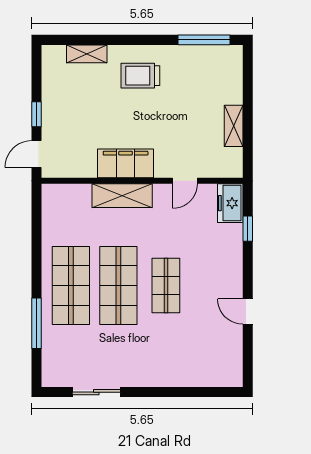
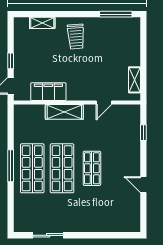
trolley: (140, 76) -> (76, 37), turned -94
shelving: (234, 126) -> (134, 80), moved
filing cabinet: (126, 163) -> (48, 92), moved
freezer: (230, 203) -> (132, 117), removed
window: (36, 323) -> (11, 166), moved

